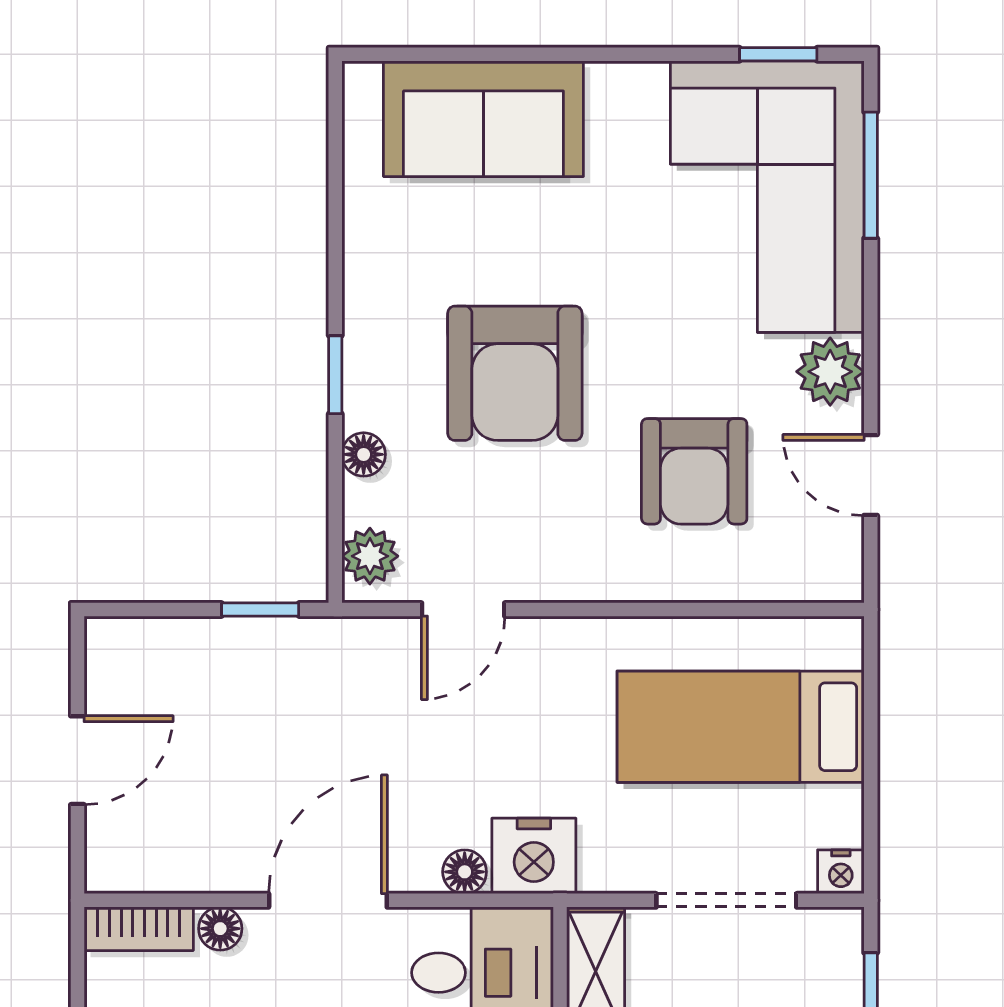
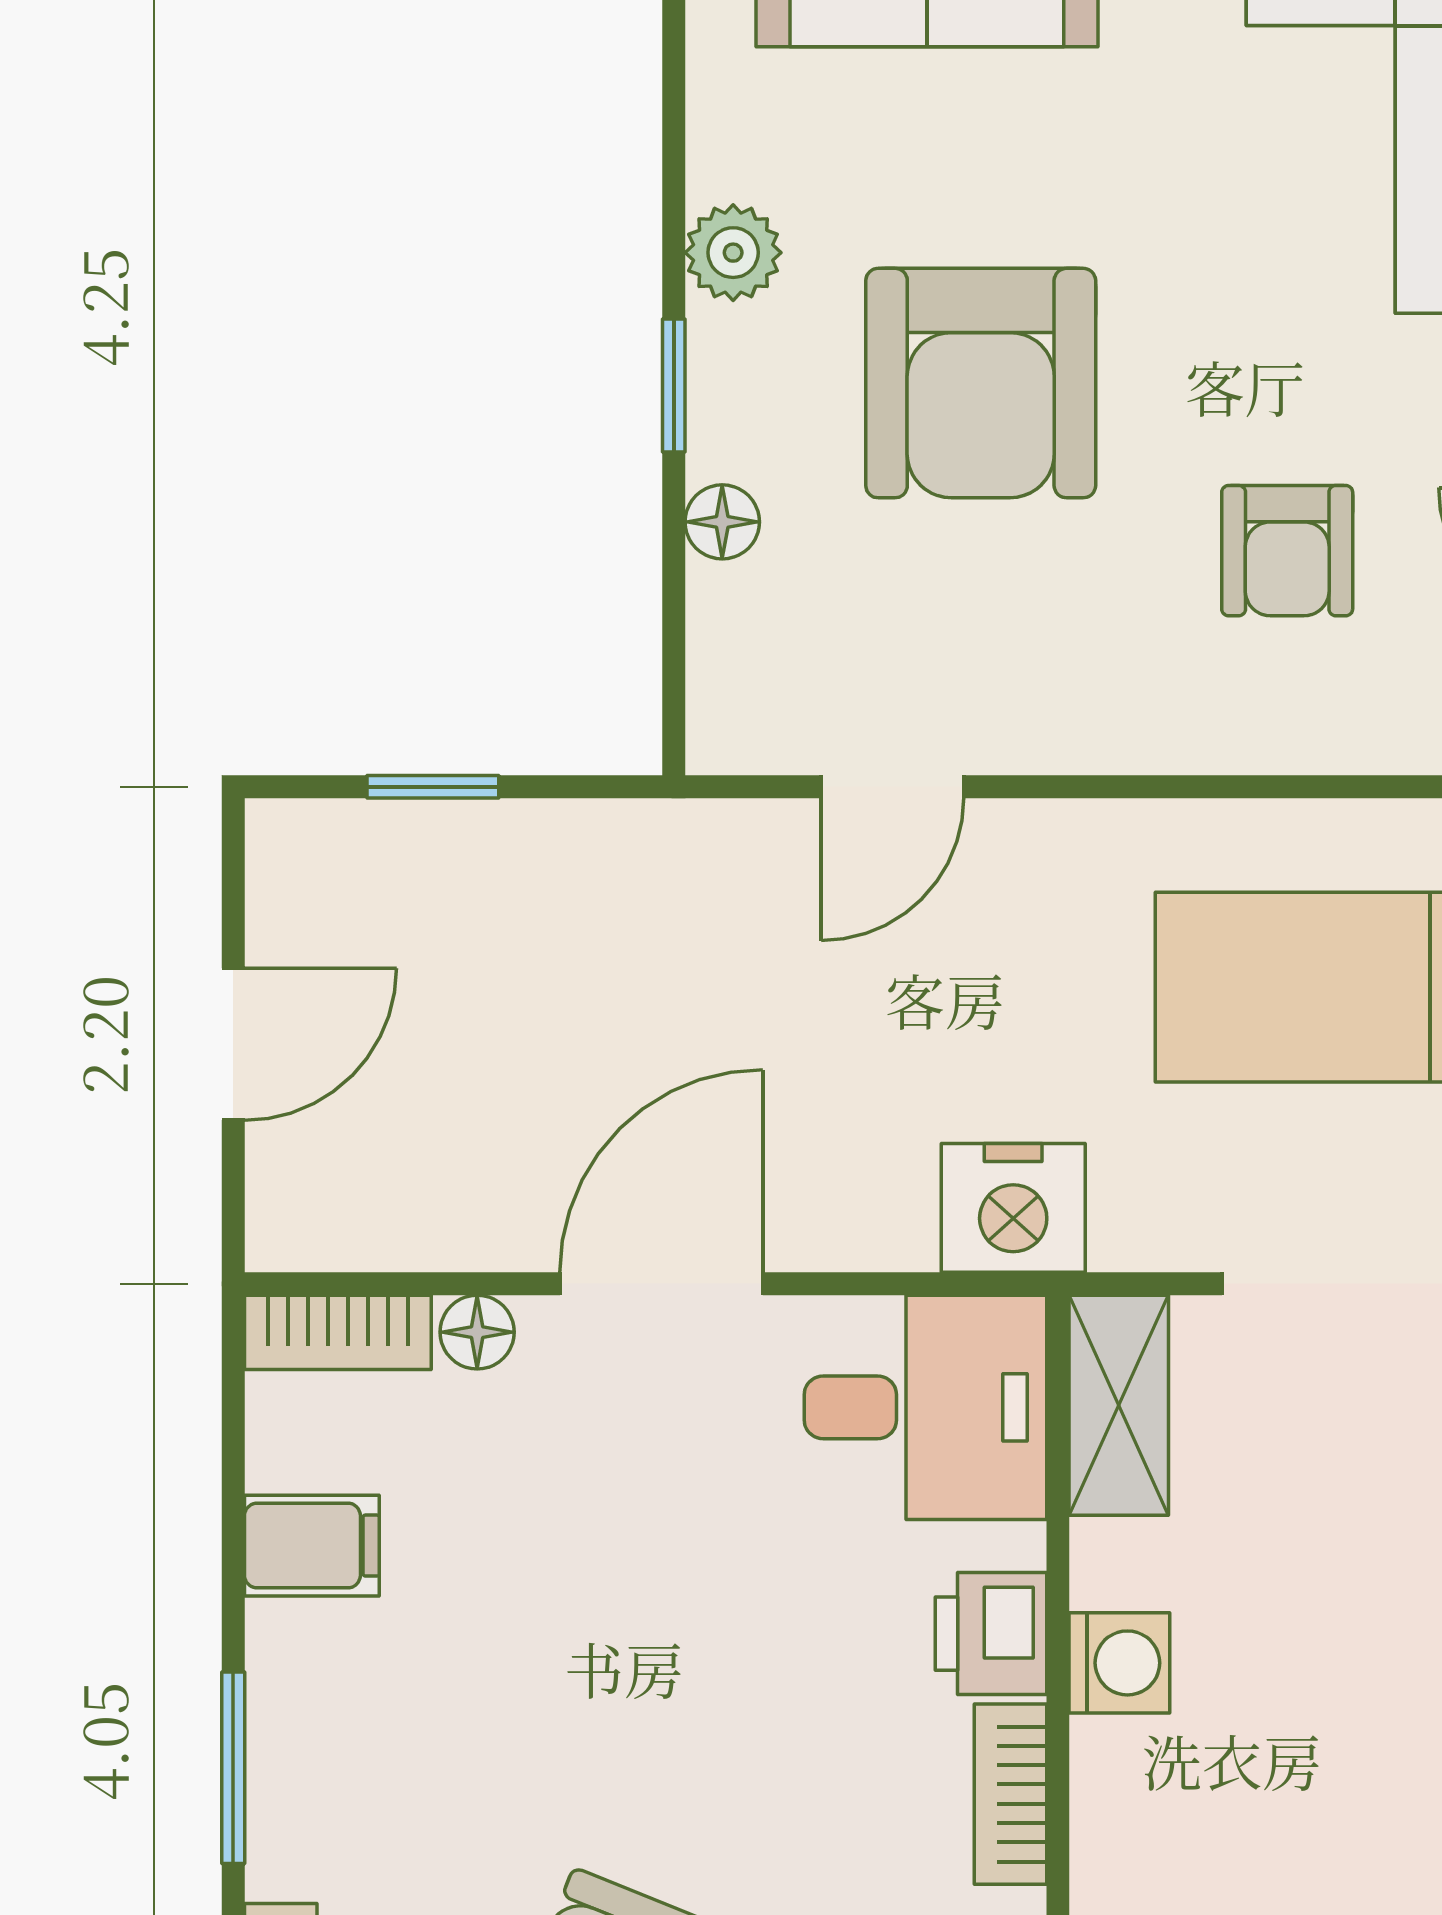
armchair: (694, 471) -> (1287, 551), width x0.72, depth x0.72
plant: (370, 556) -> (733, 253), moved
window: (260, 609) -> (433, 787), moved
floor lamp: (465, 872) -> (895, 1235), removed

